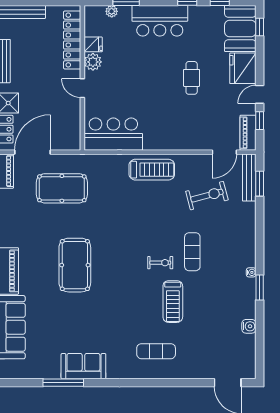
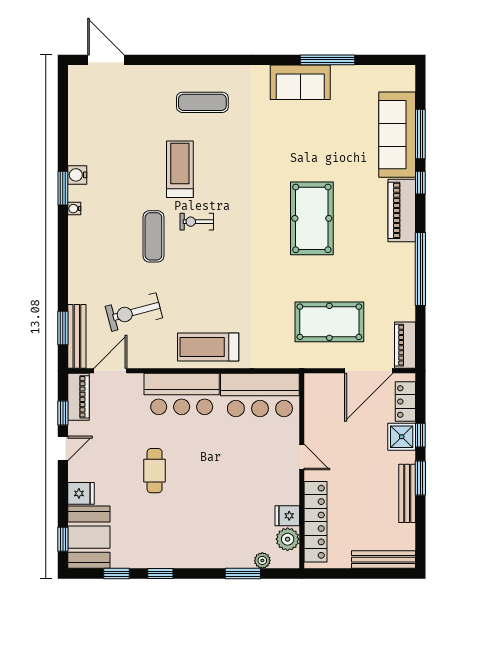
bar counter: (160, 21) -> (182, 394), moved, turned 180
plant: (93, 62) -> (288, 539), moved
fridge: (243, 68) -> (81, 493), width x0.53, depth x0.75
water cooler: (249, 326) -> (77, 175), moved

